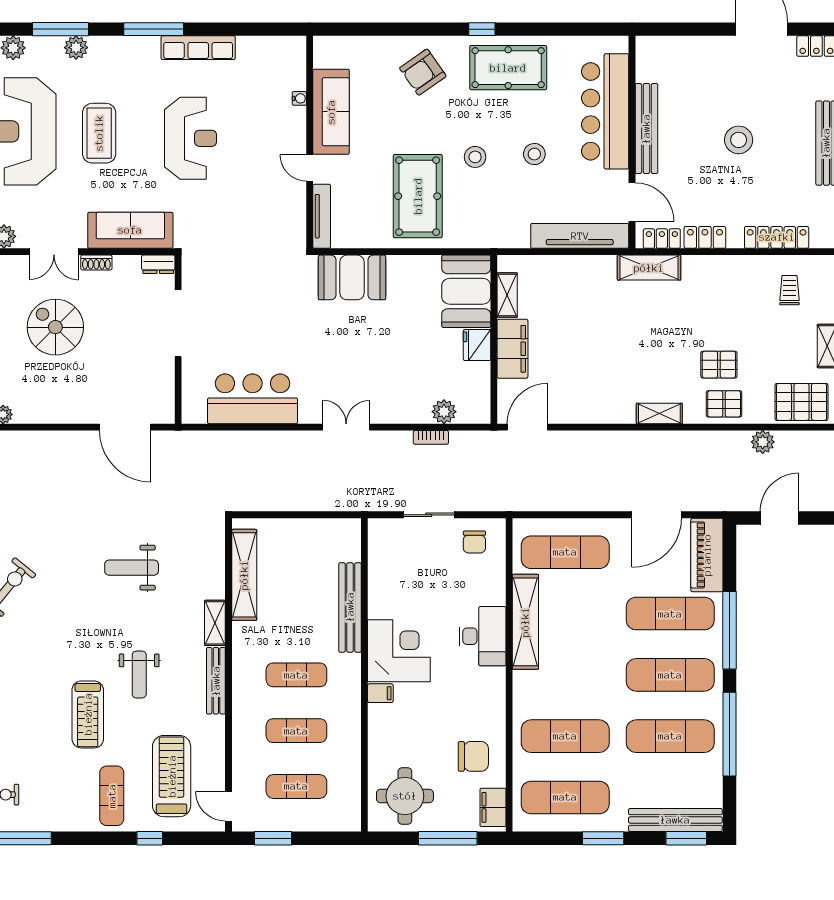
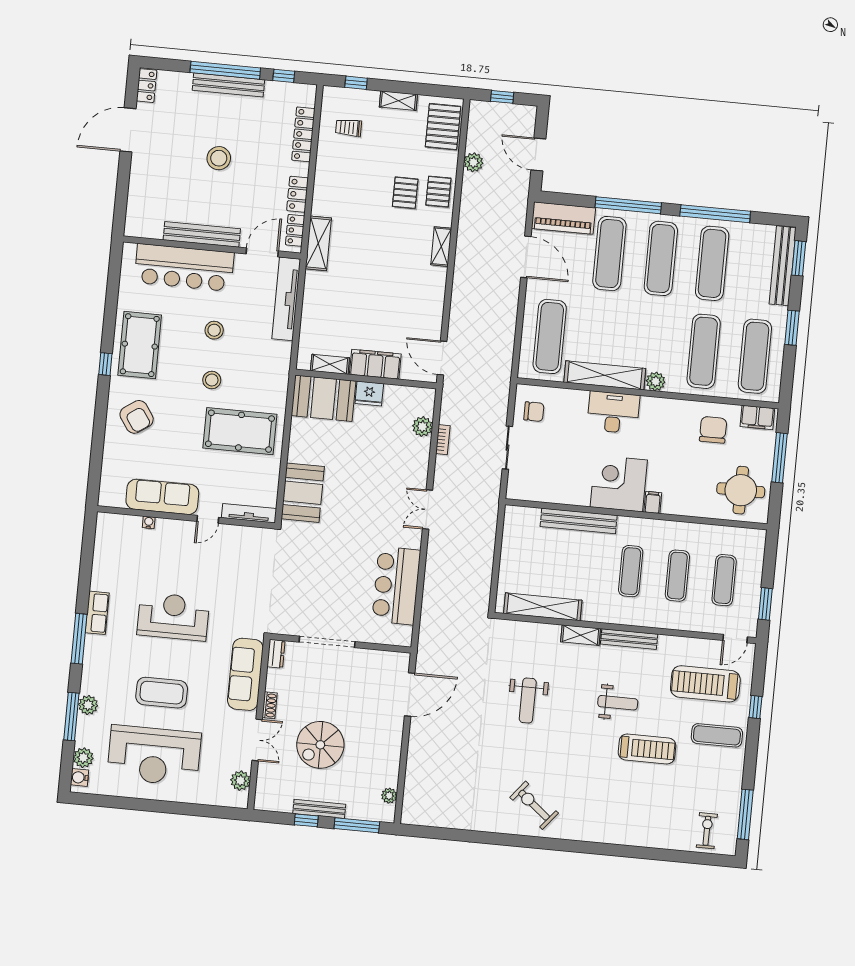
row of seats: (198, 48) -> (97, 613), width x0.68
plant: (524, 683) -> (656, 381), added

